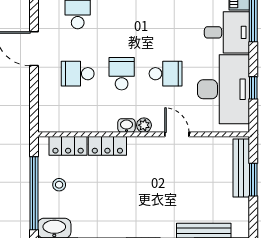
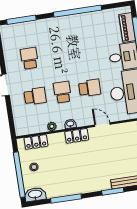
school desk: (78, 74) -> (35, 96), turned 180
plant: (144, 125) -> (52, 126), moved
locker: (107, 146) -> (77, 136), moved

